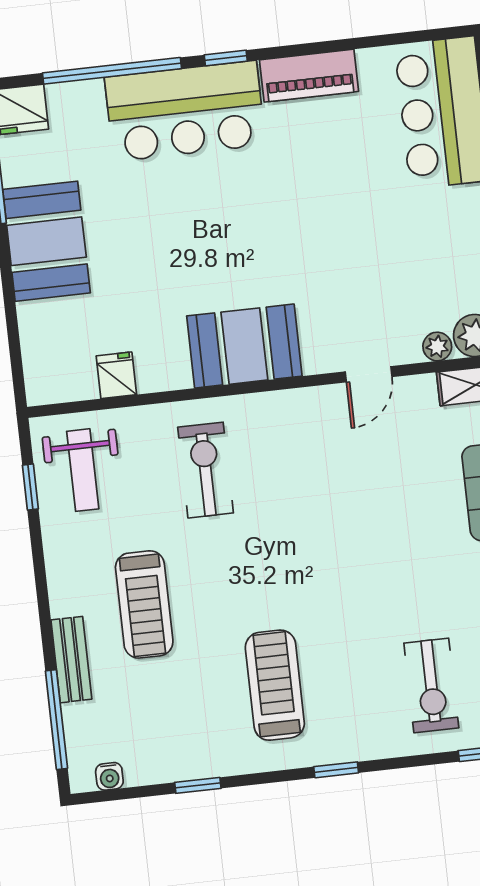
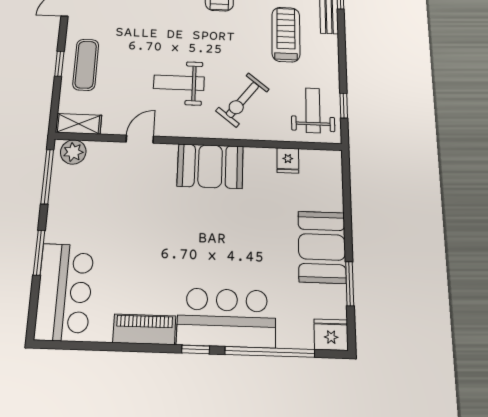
plant: (437, 347) -> (96, 149), removed
exercise bike: (206, 470) -> (242, 100), turned 38
weight bench: (319, 484) -> (179, 83), added

